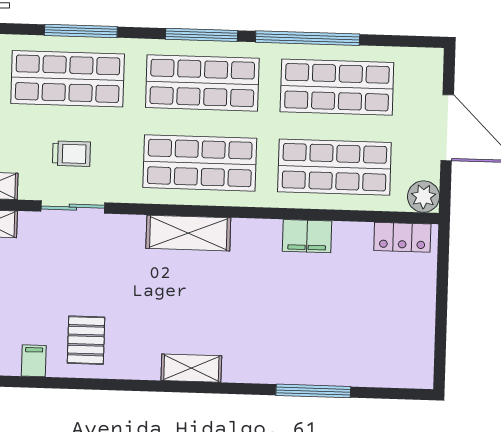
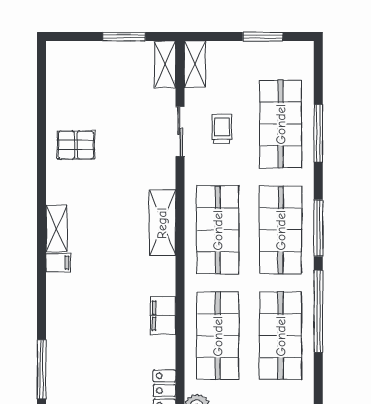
trolley: (71, 154) -> (222, 129), turned 180
filing cabinet: (34, 361) -> (58, 263), moved
window: (313, 391) -> (42, 369), moved

